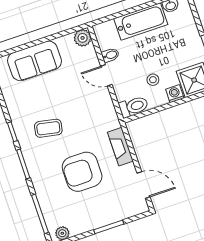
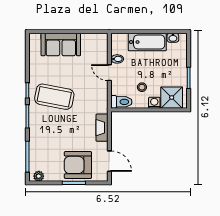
plant: (83, 38) -> (101, 40), removed
coffee table: (48, 128) -> (54, 97), width x1.86, depth x1.72
armchair: (82, 172) -> (78, 165), moved

